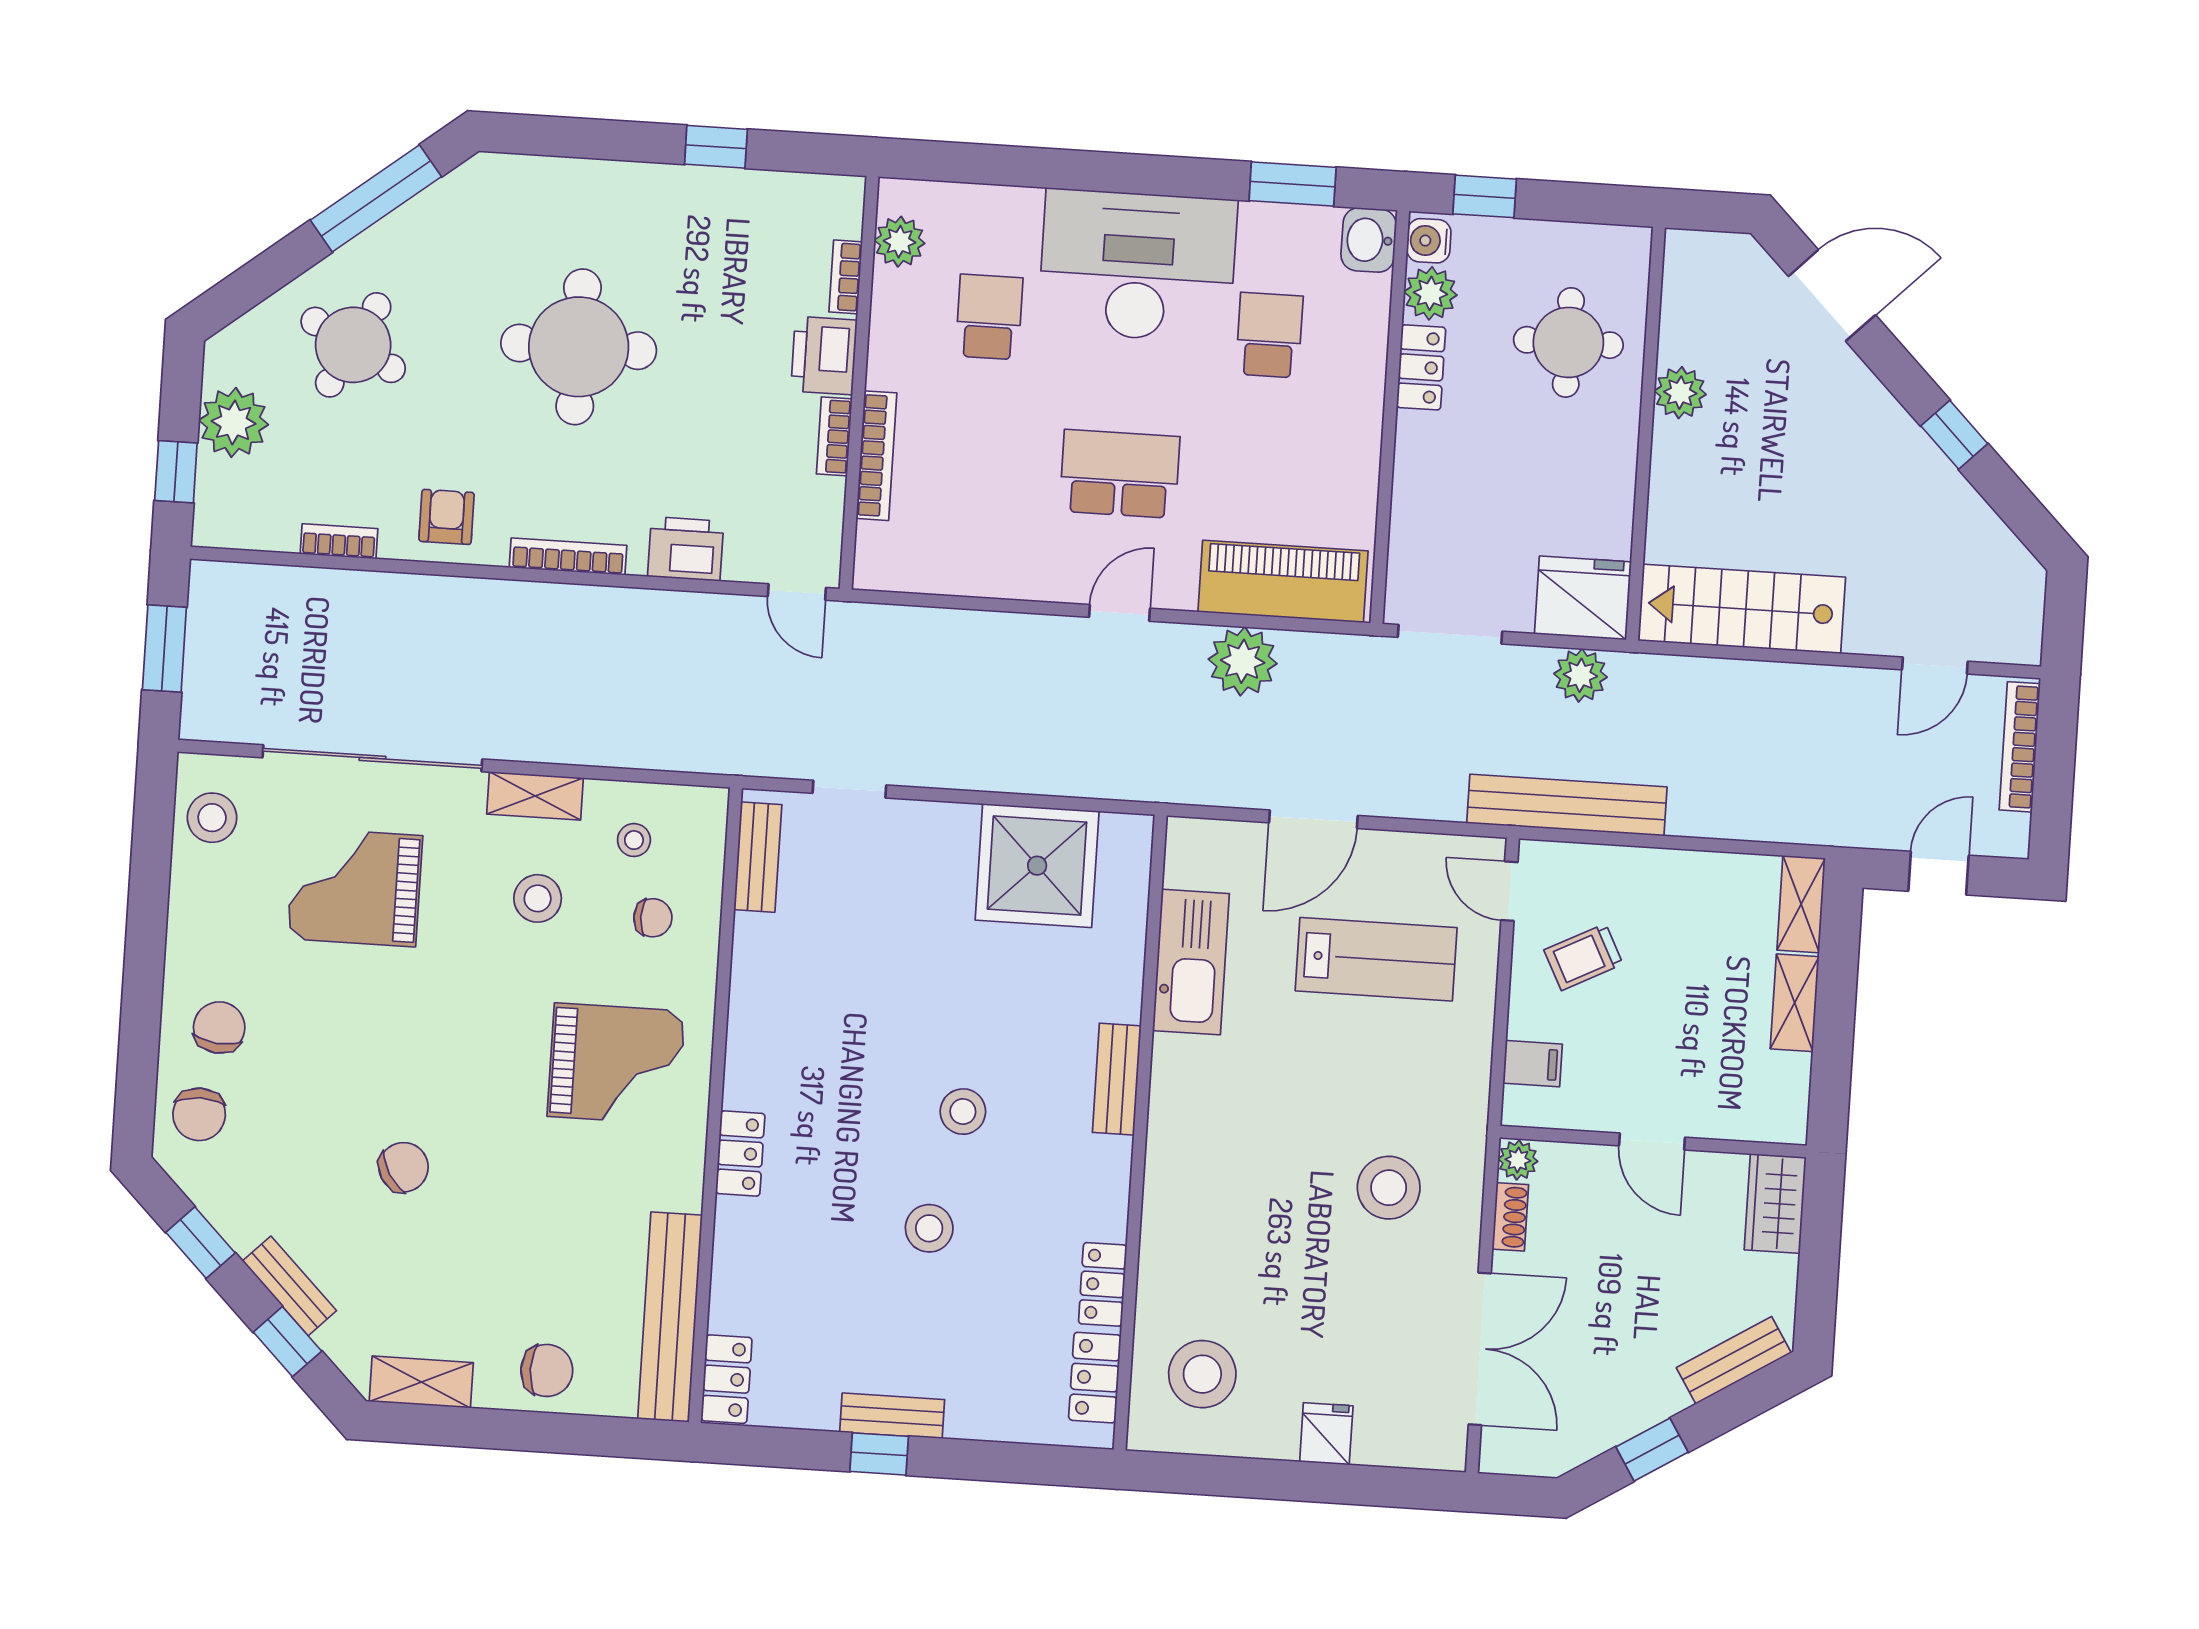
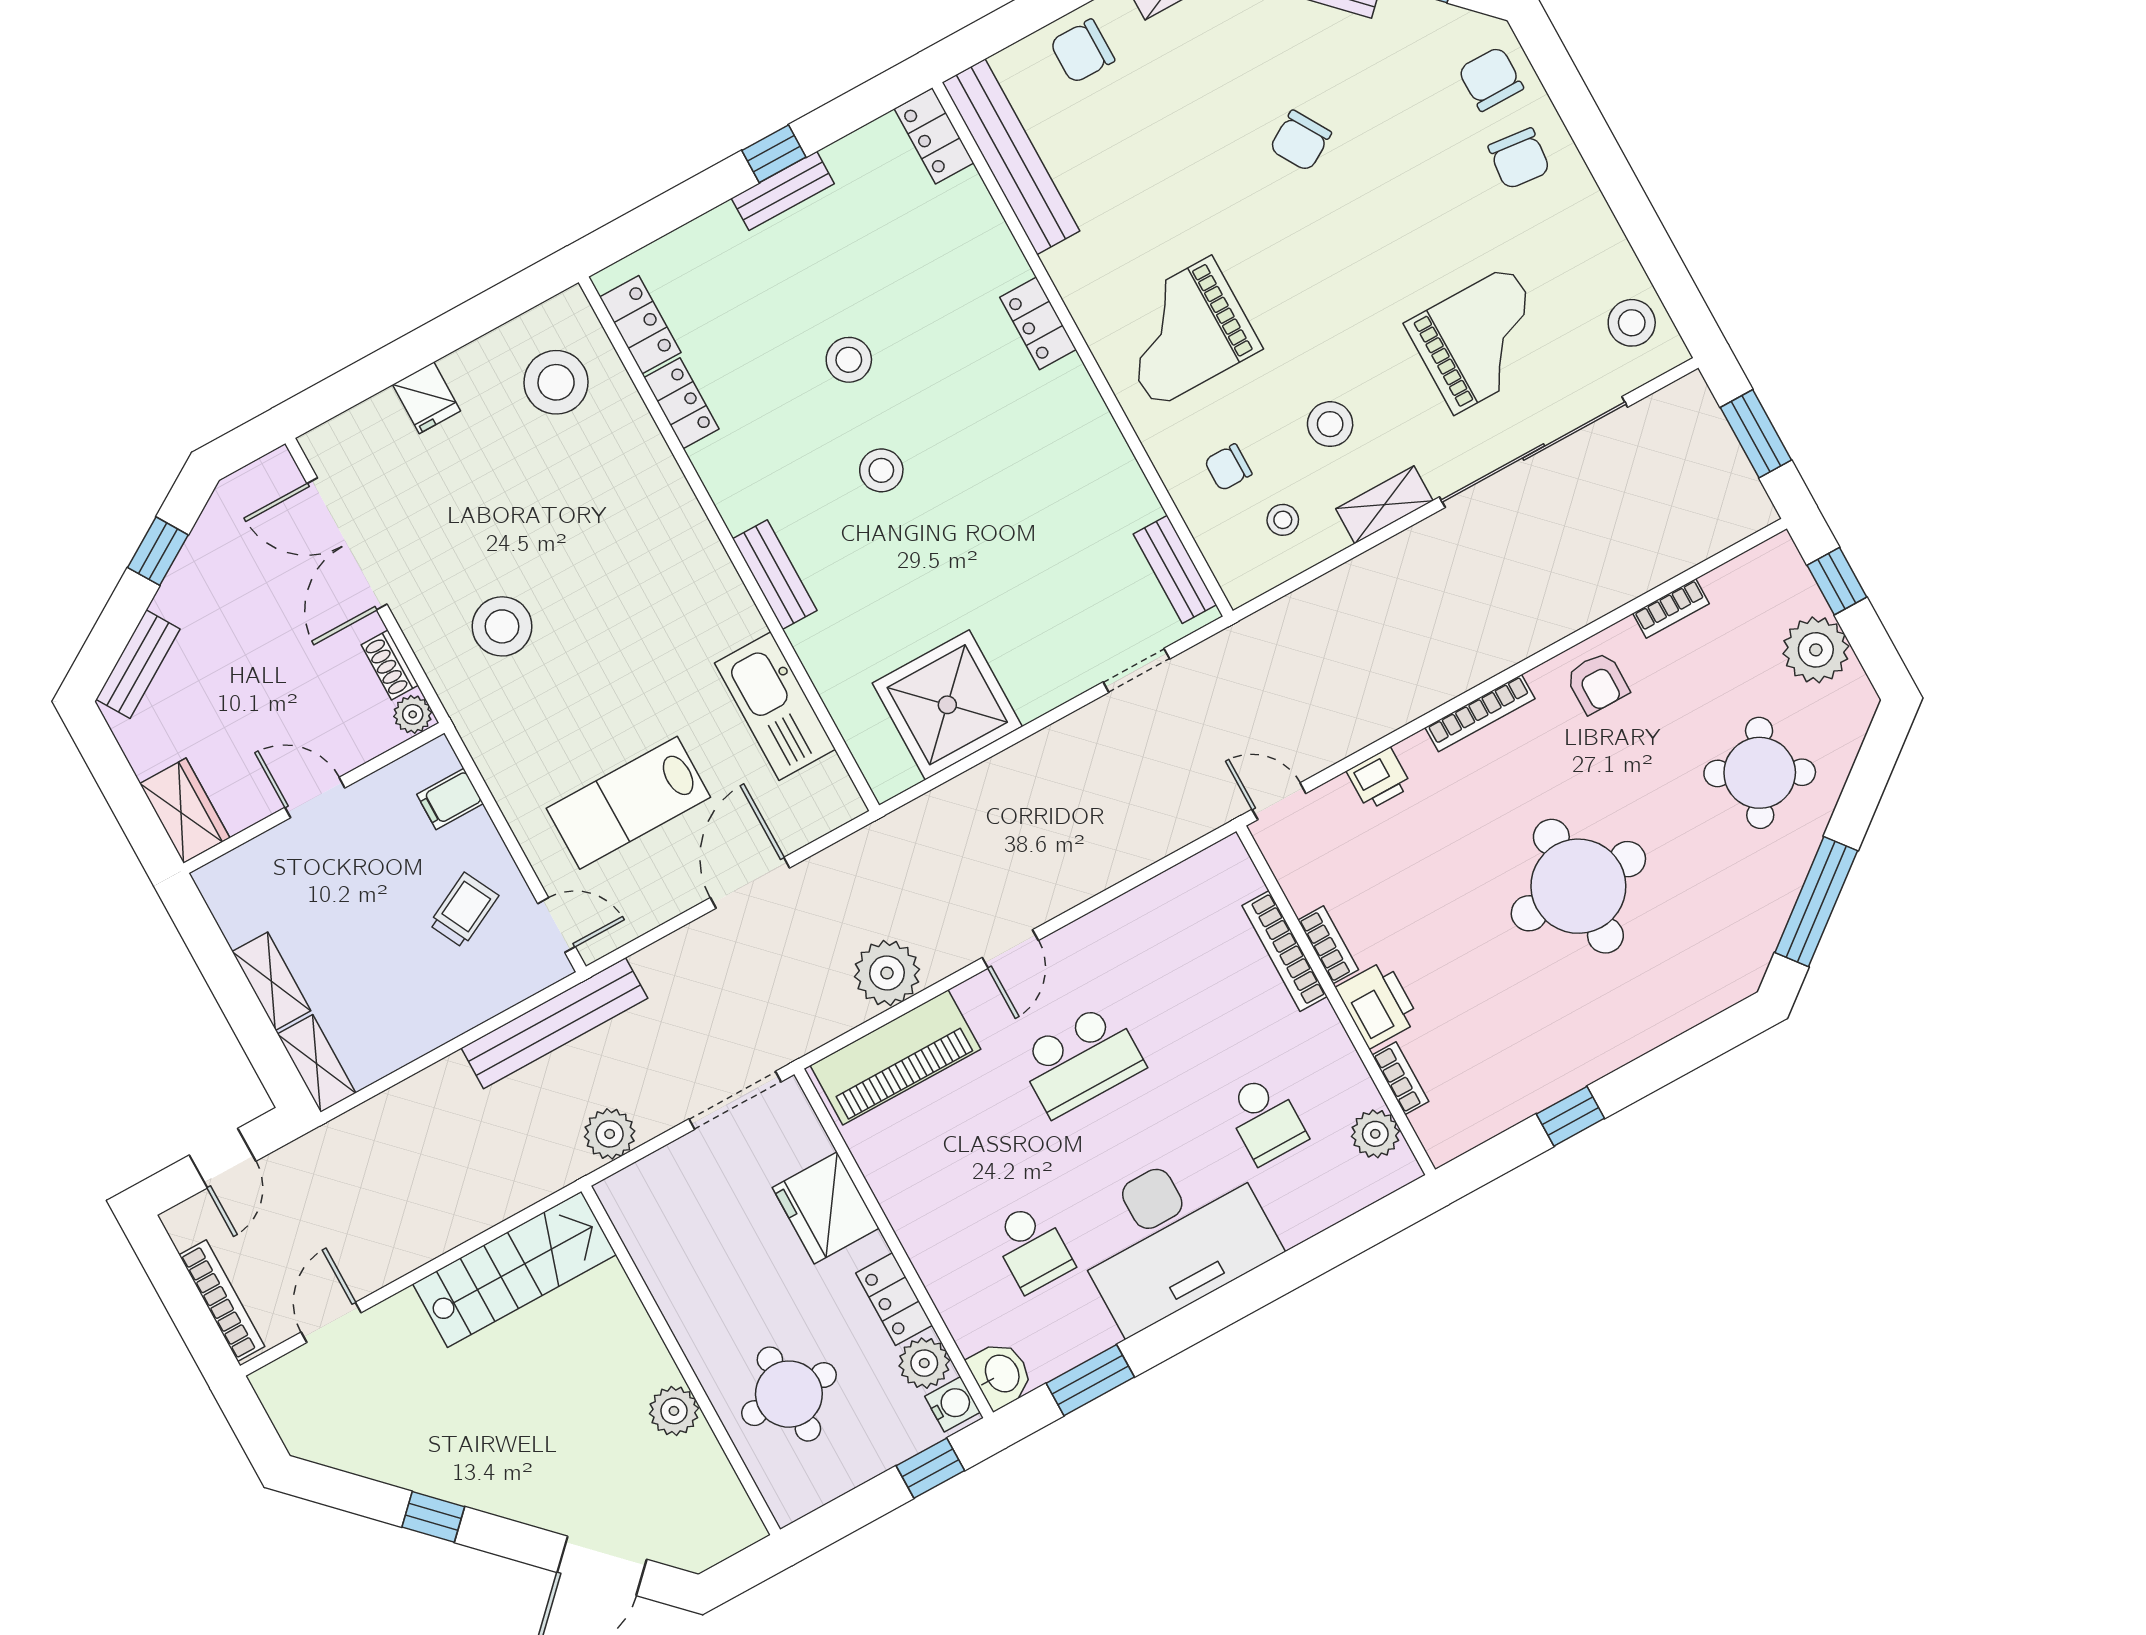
printer: (686, 549) -> (1379, 779), width x0.73, depth x0.81
fridge: (1583, 598) -> (826, 1208), moved, turned 90

